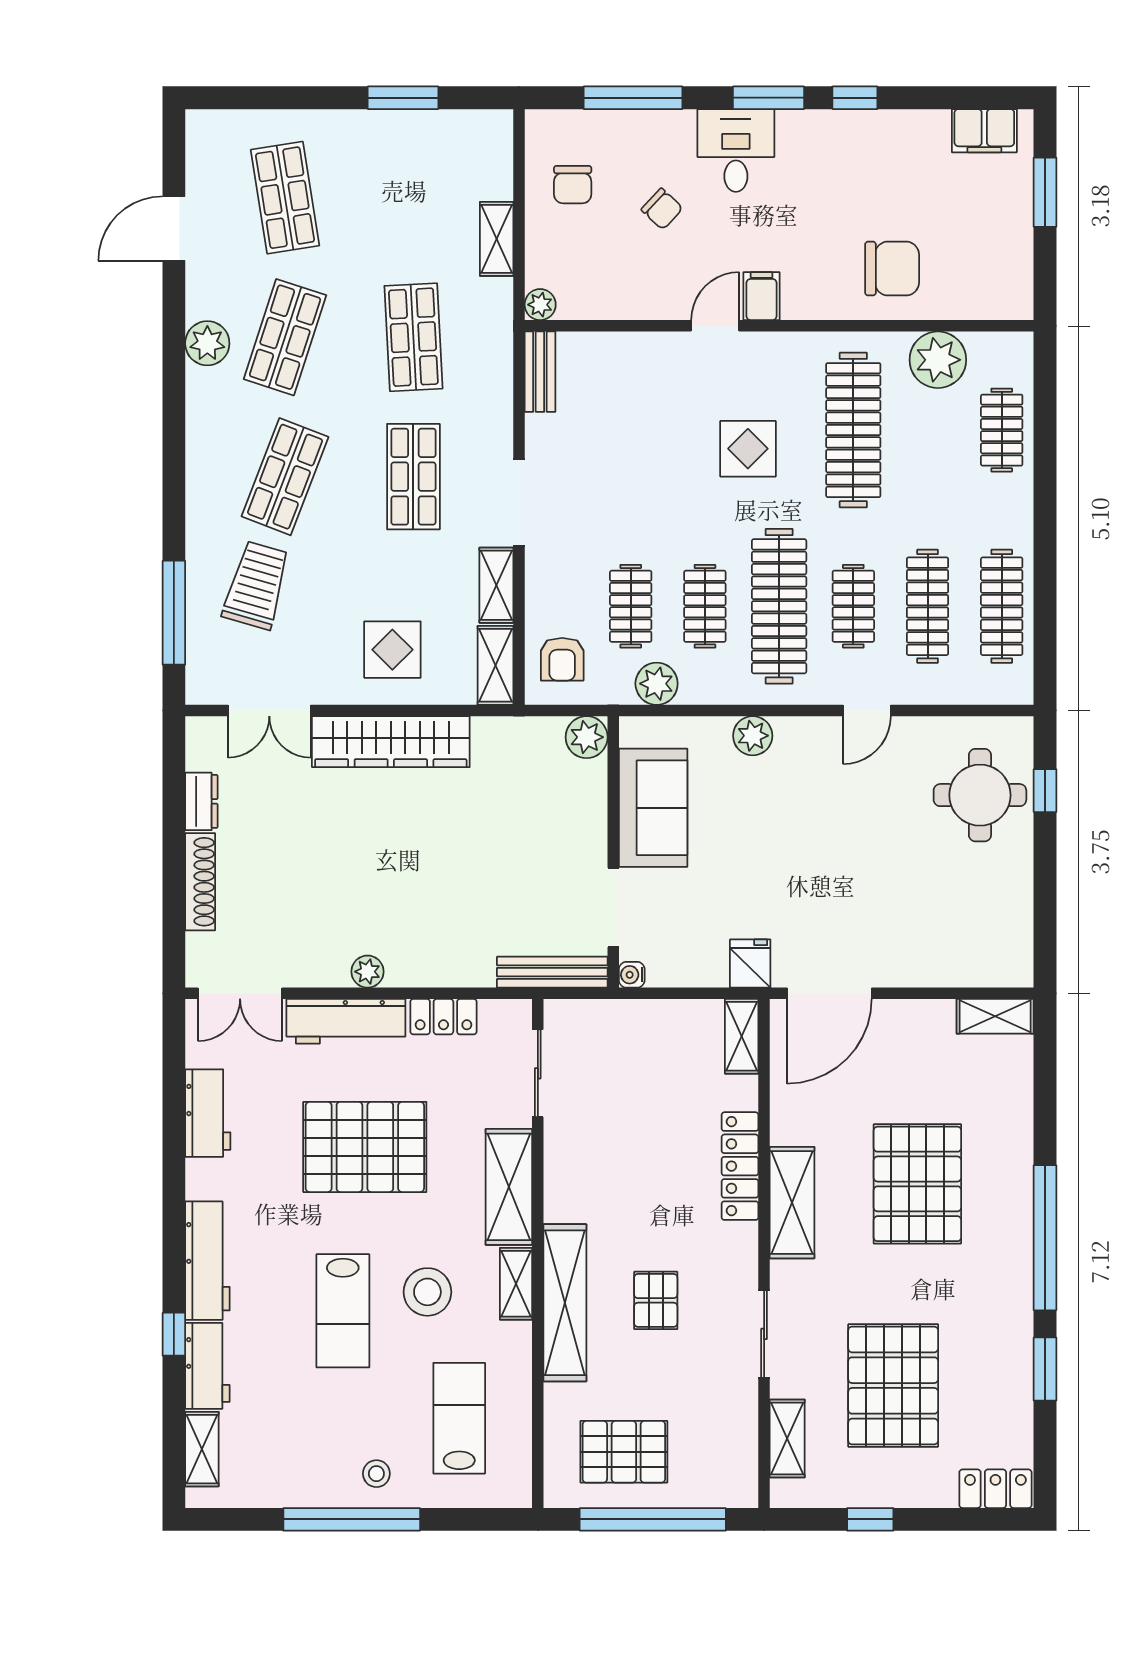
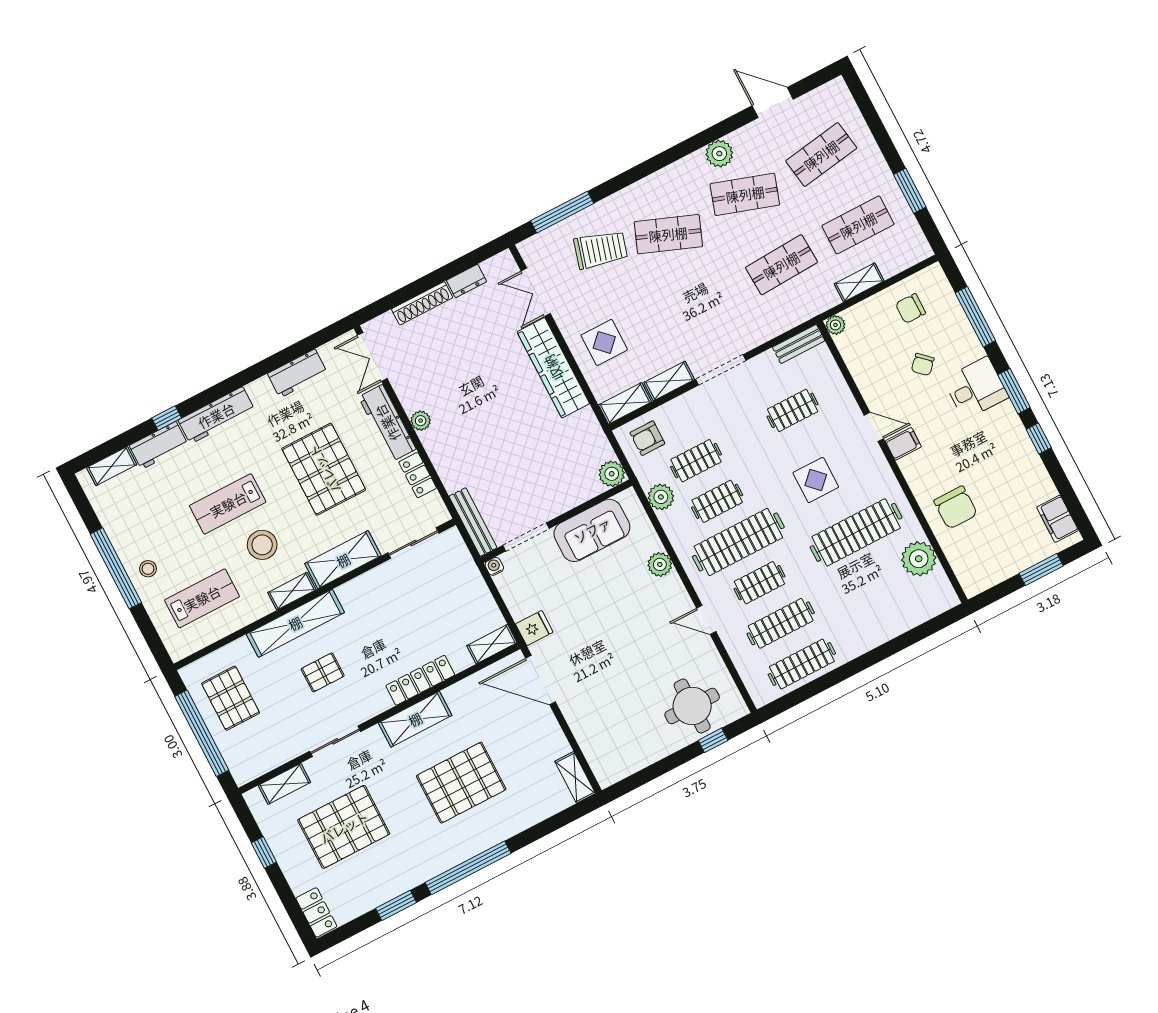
clothes rail: (1002, 430) -> (793, 410), moved
shop shelf: (413, 477) -> (858, 225), moved

